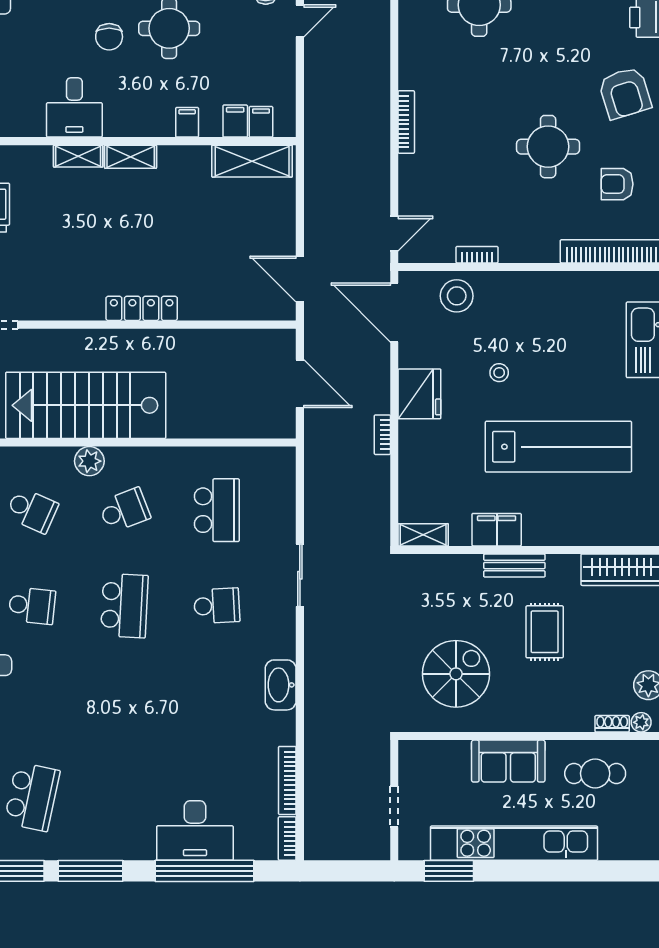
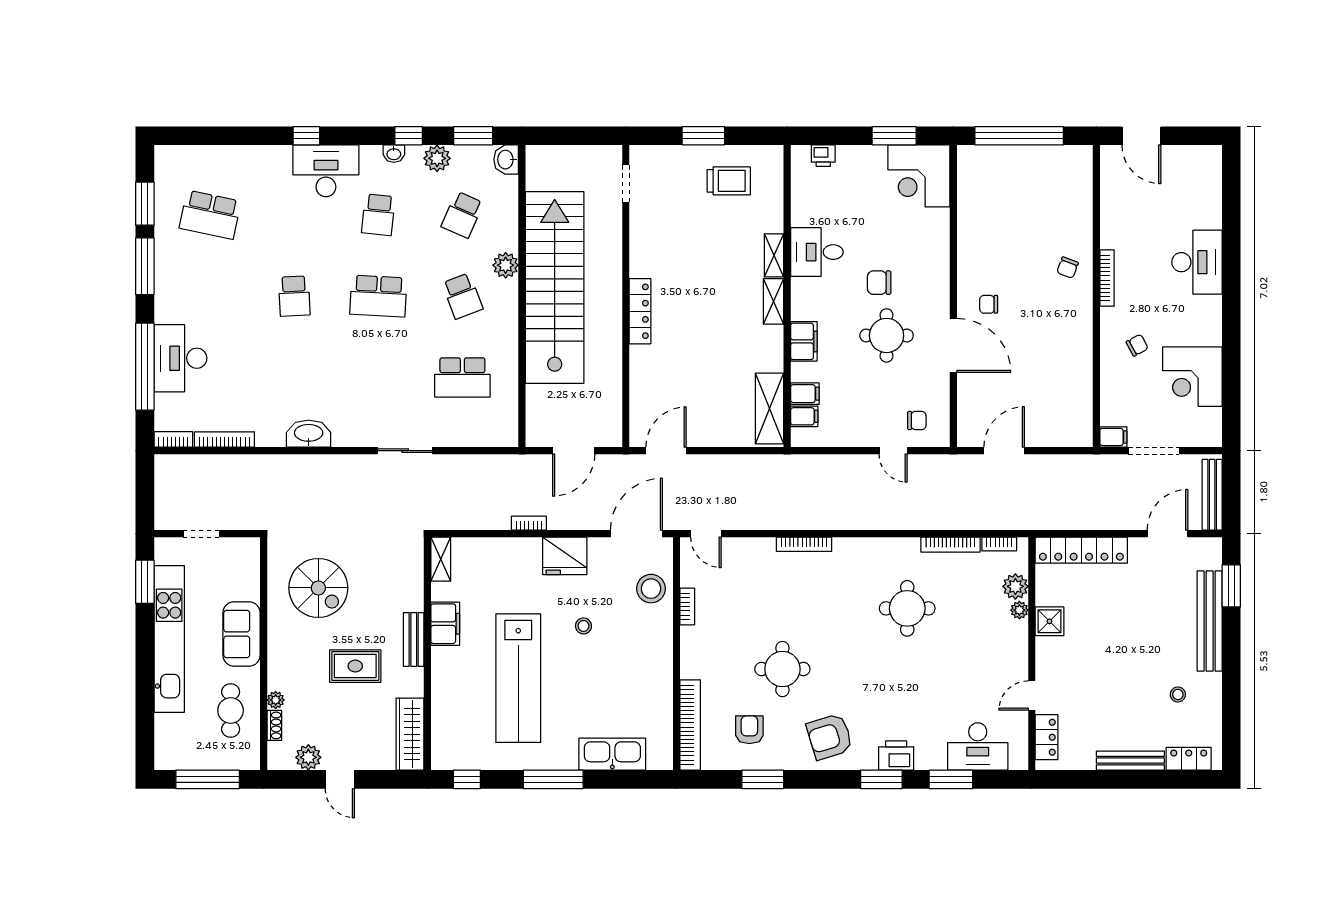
filing cabinet: (187, 122) -> (804, 341), width x2.00
stairs: (86, 405) -> (555, 288), width x1.36
school desk: (217, 606) -> (294, 296), moved
plant: (641, 722) -> (276, 700), moved

